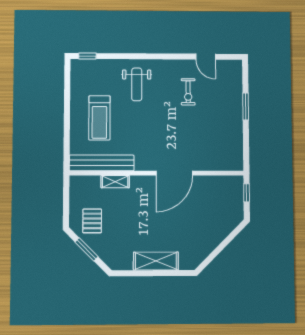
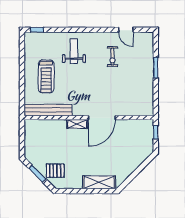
weight bench: (137, 84) -> (74, 51), turned 180
shelving: (115, 182) -> (77, 124), moved
pallet: (92, 221) -> (55, 171), moved, turned 90
shelving: (156, 261) -> (99, 182), moved

